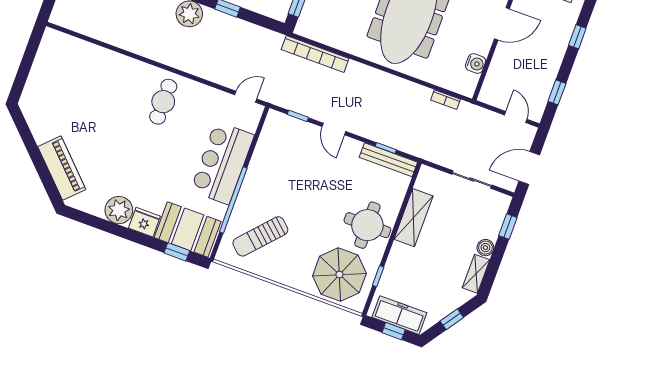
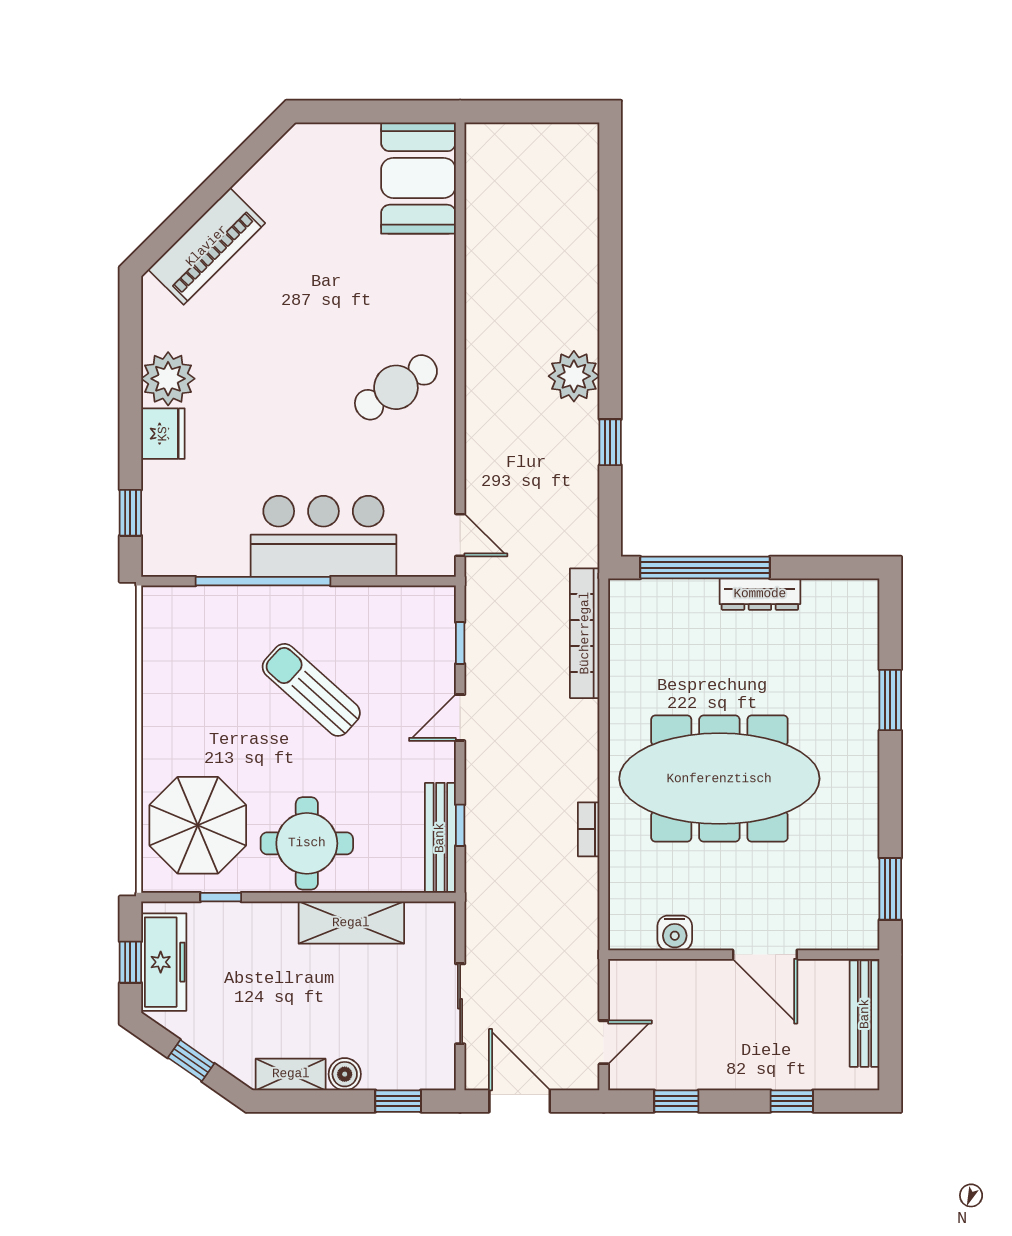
bookcase: (446, 100) -> (589, 829), moved
cafe table: (163, 102) -> (396, 387), turned -33
booth: (188, 229) -> (418, 178), moved
sun lounger: (260, 236) -> (311, 690), moved

